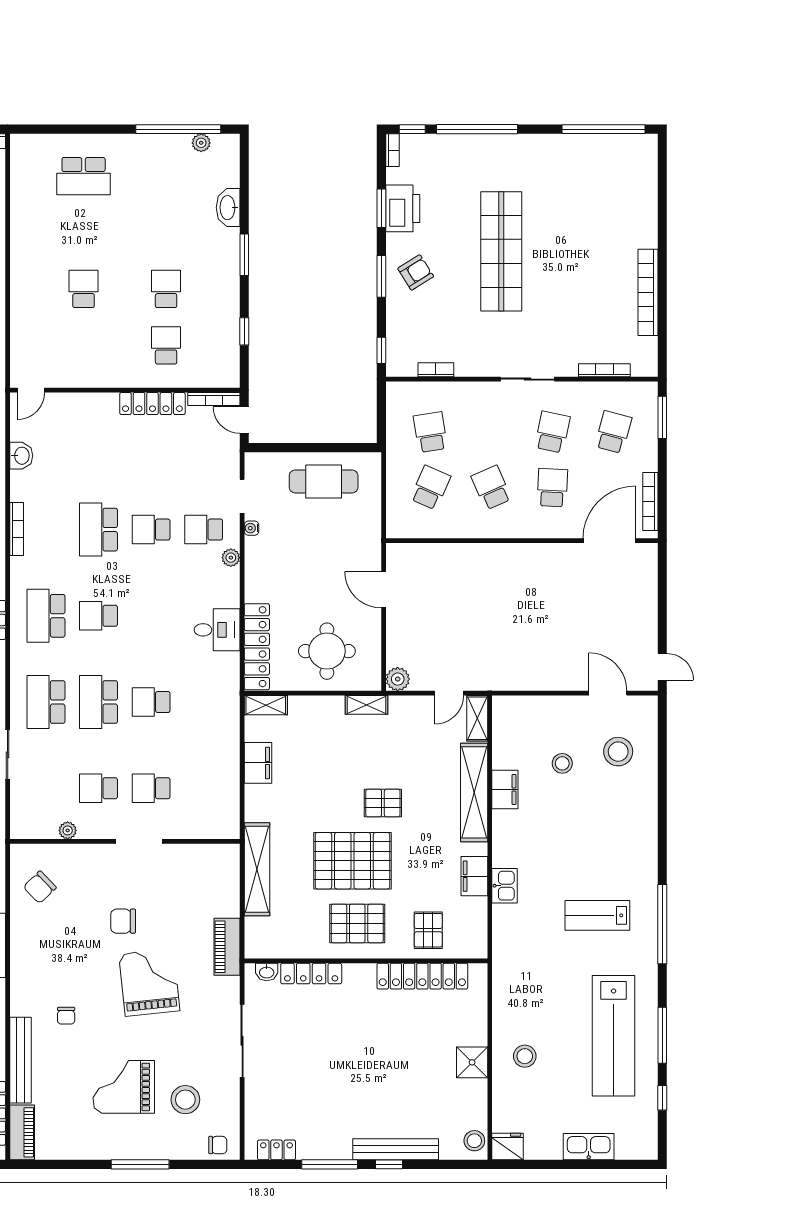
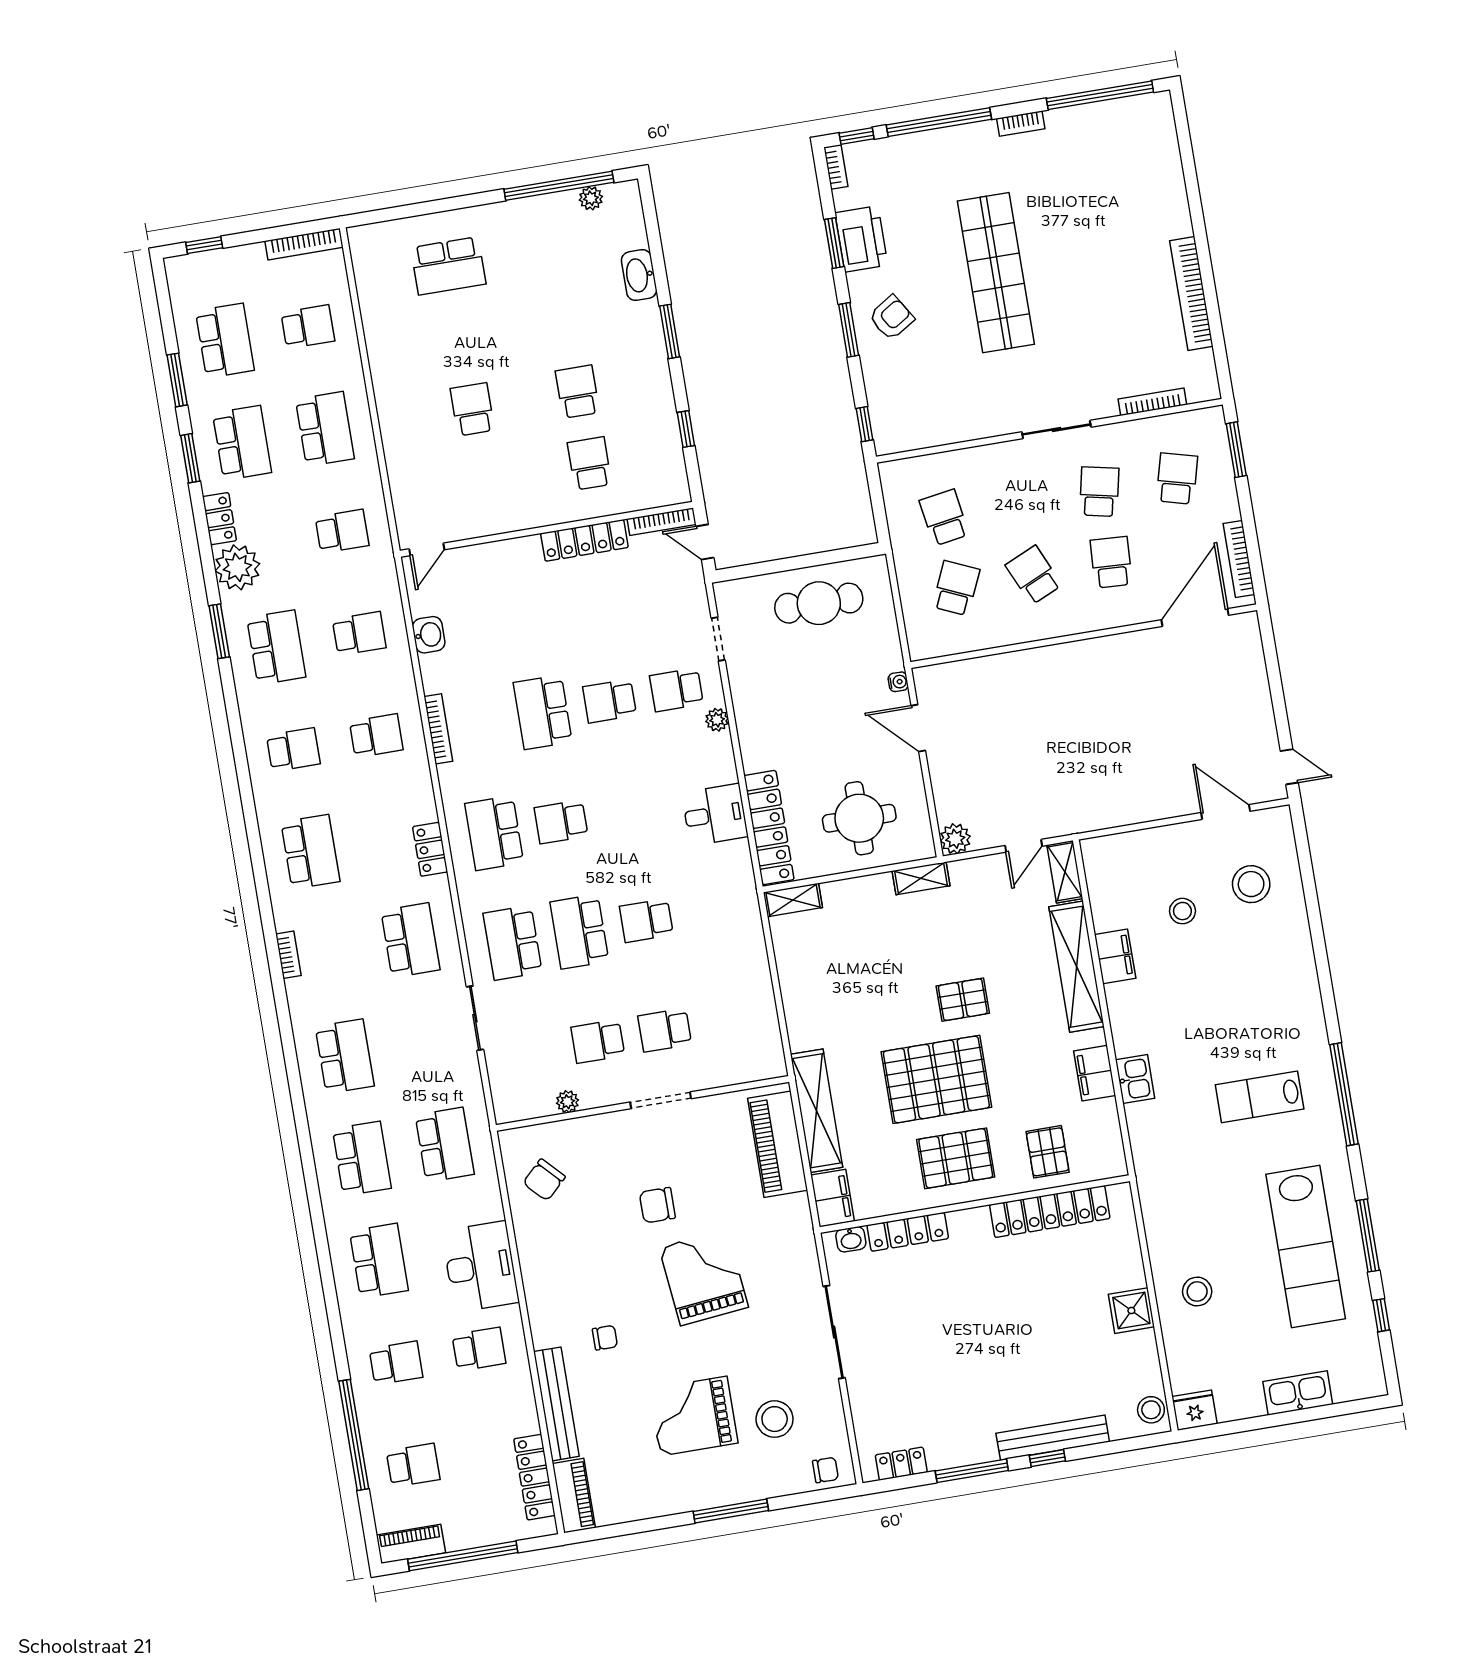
bookcase: (436, 370) -> (1021, 124), moved, turned 180
water cooler: (251, 528) -> (898, 682), moved, turned 180
filing cabinet: (258, 763) -> (833, 1198), moved
piano: (227, 947) -> (778, 1144), moved, width x1.37, depth x1.33
chair: (66, 1016) -> (605, 1338), turned -90

